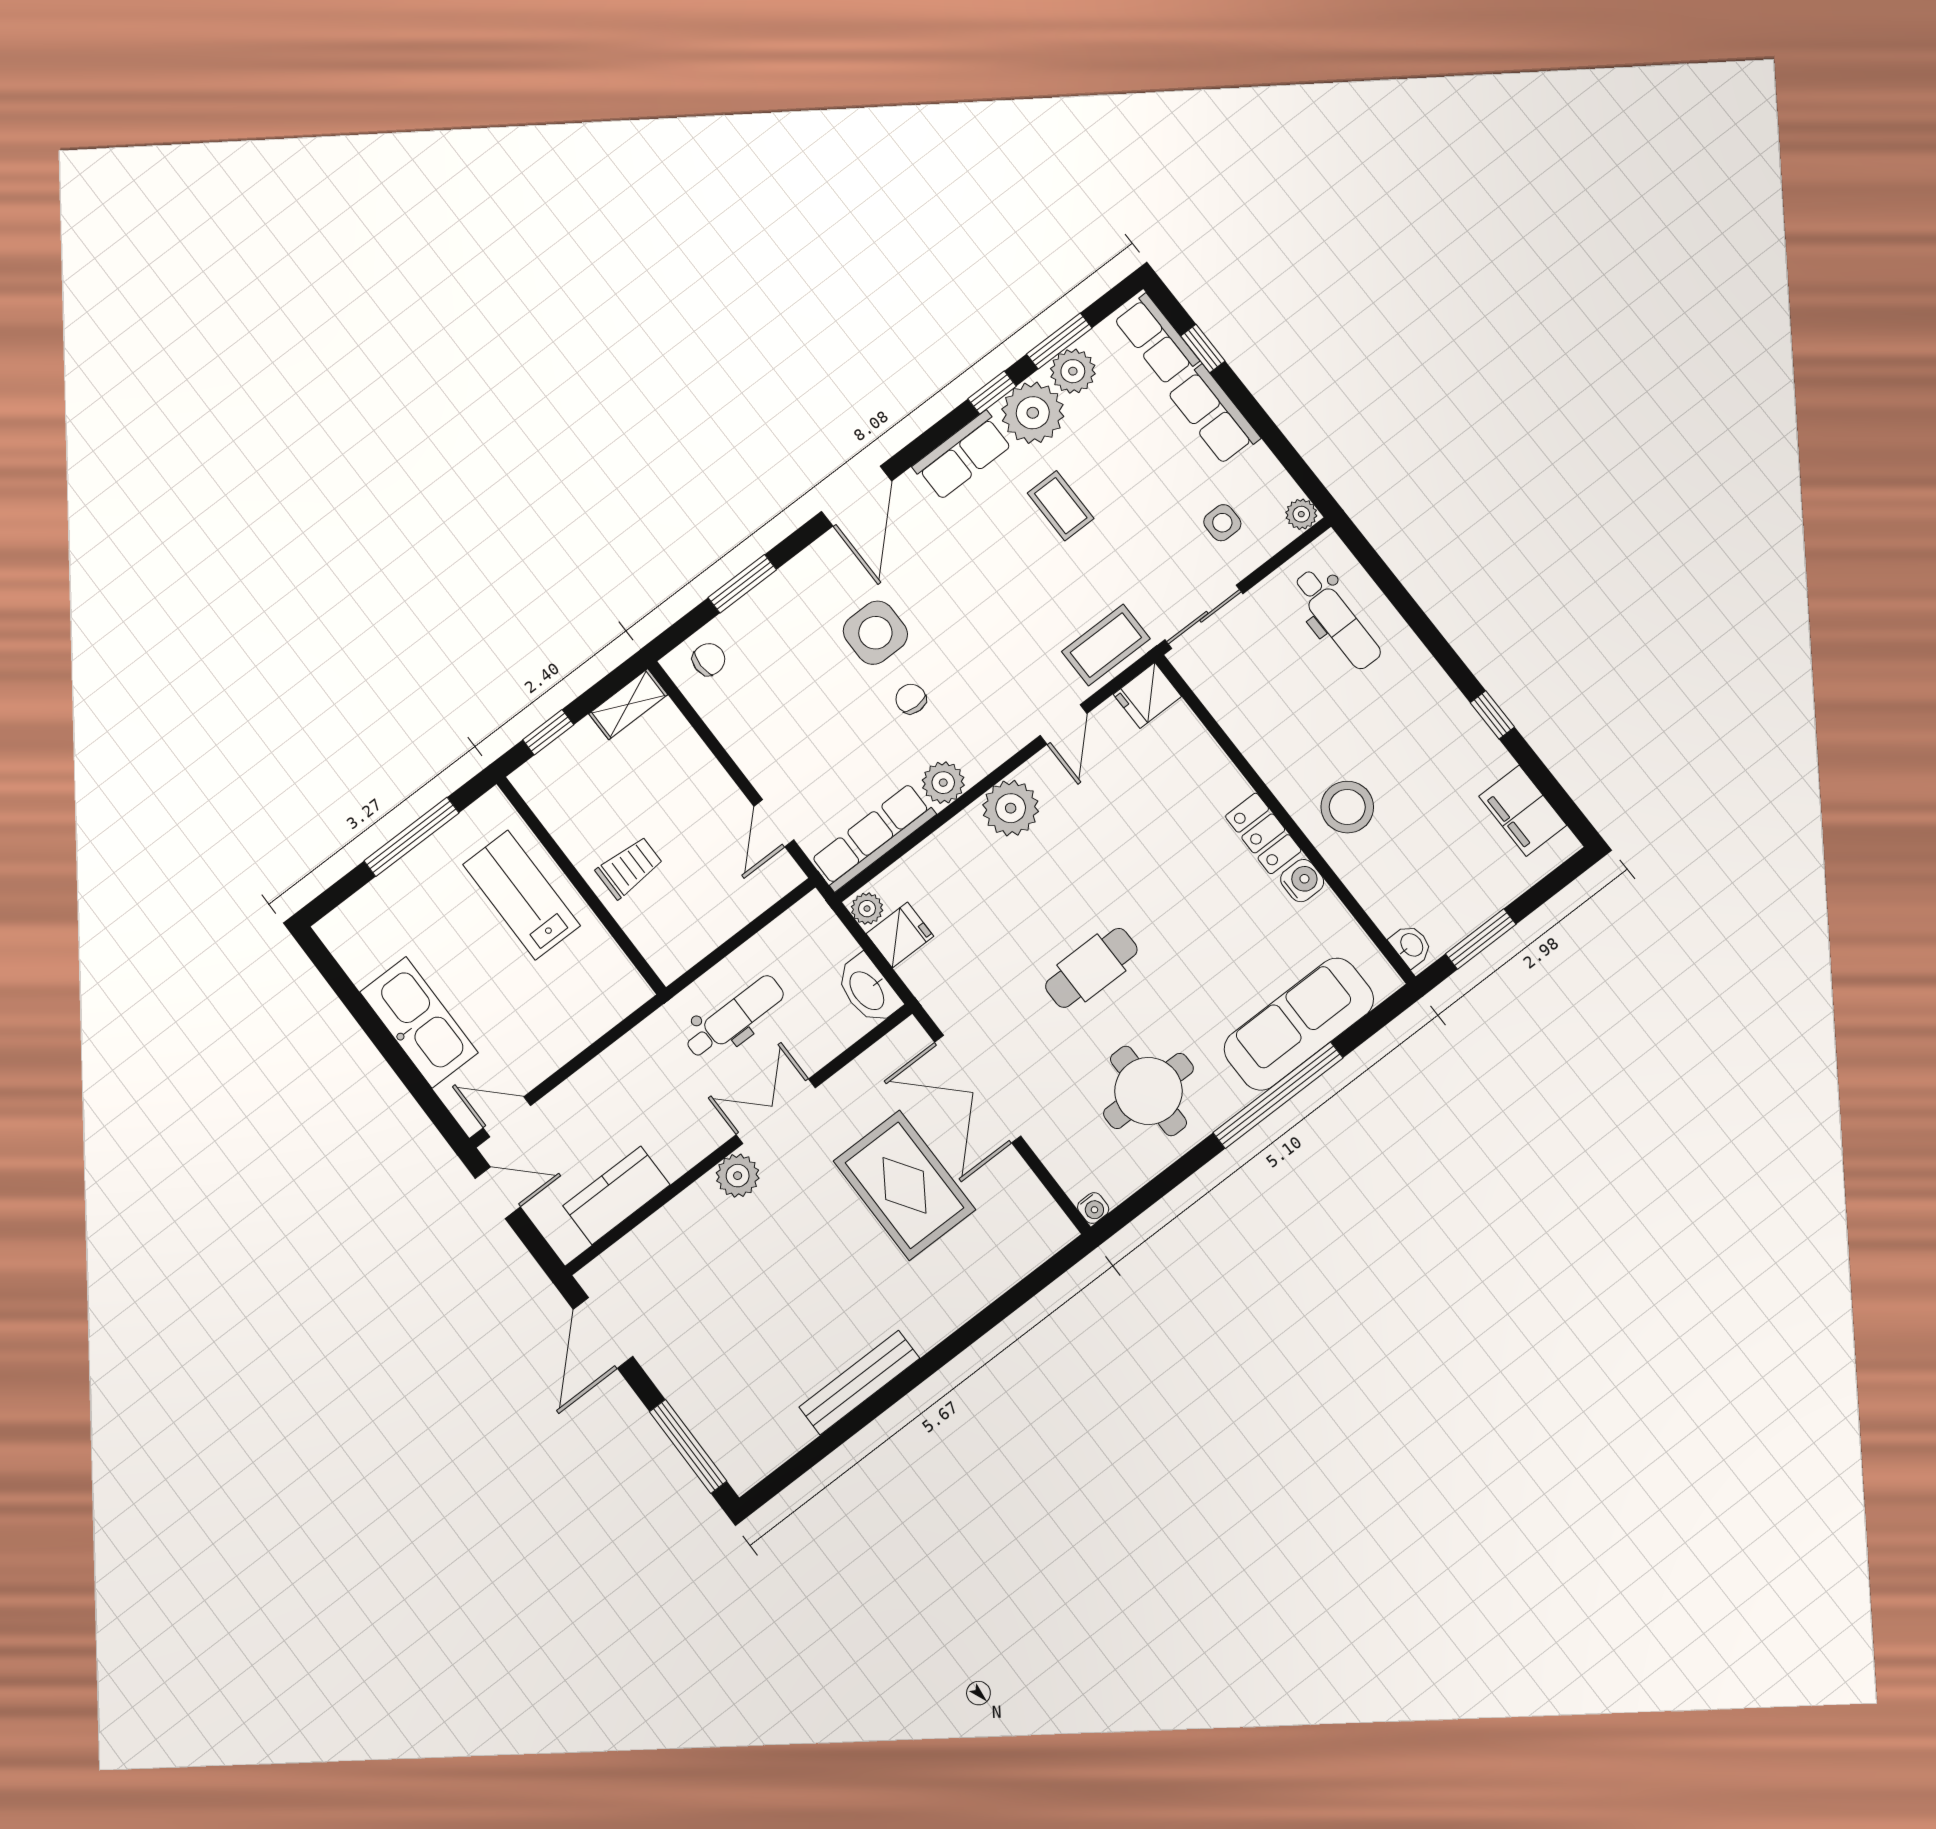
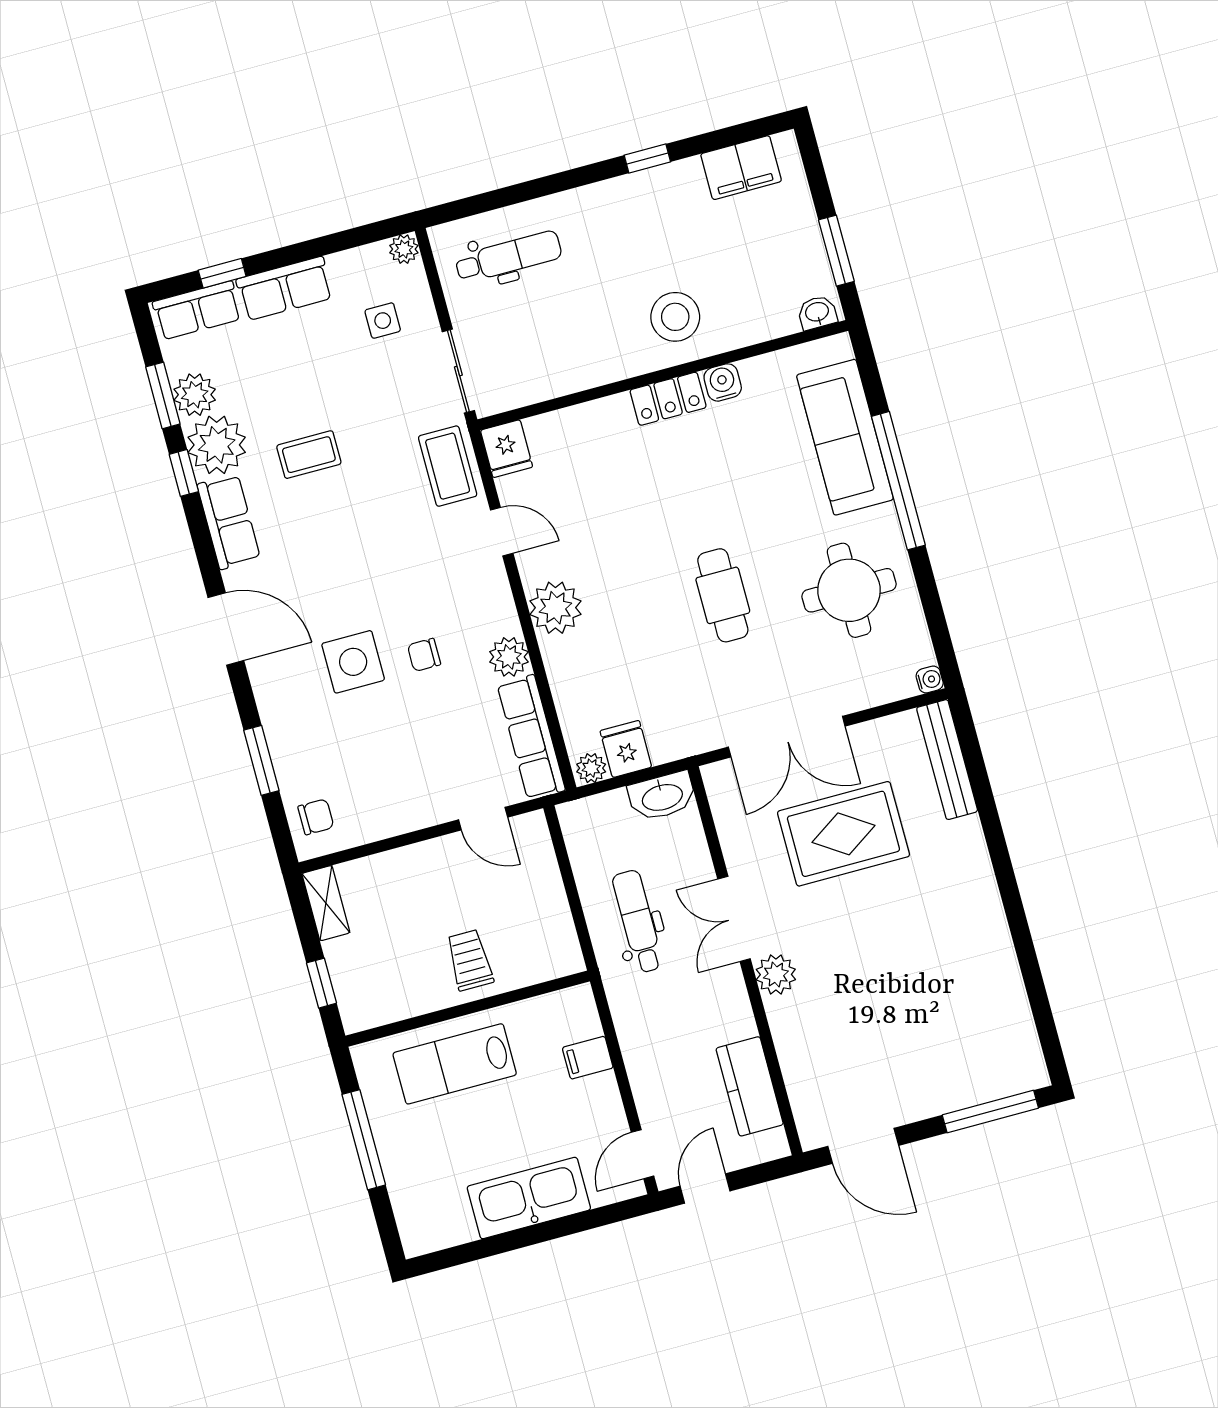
chair: (709, 659) -> (316, 817), turned 90
filing cabinet: (580, 1023) -> (588, 1058), added
bench: (859, 1383) -> (947, 760), moved

